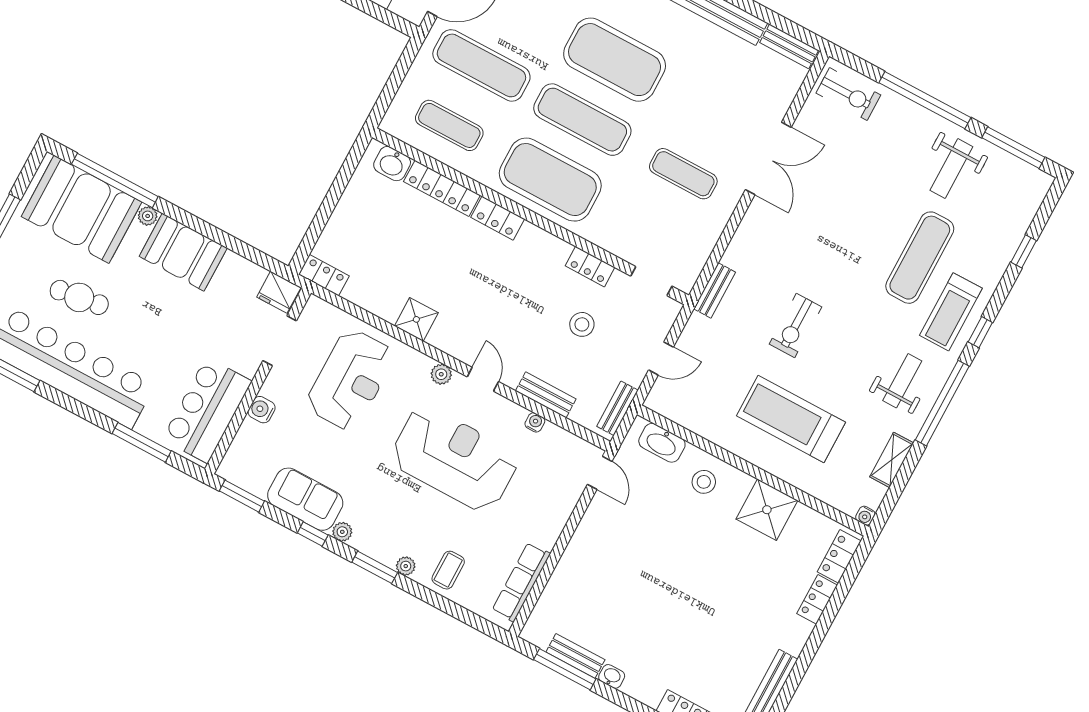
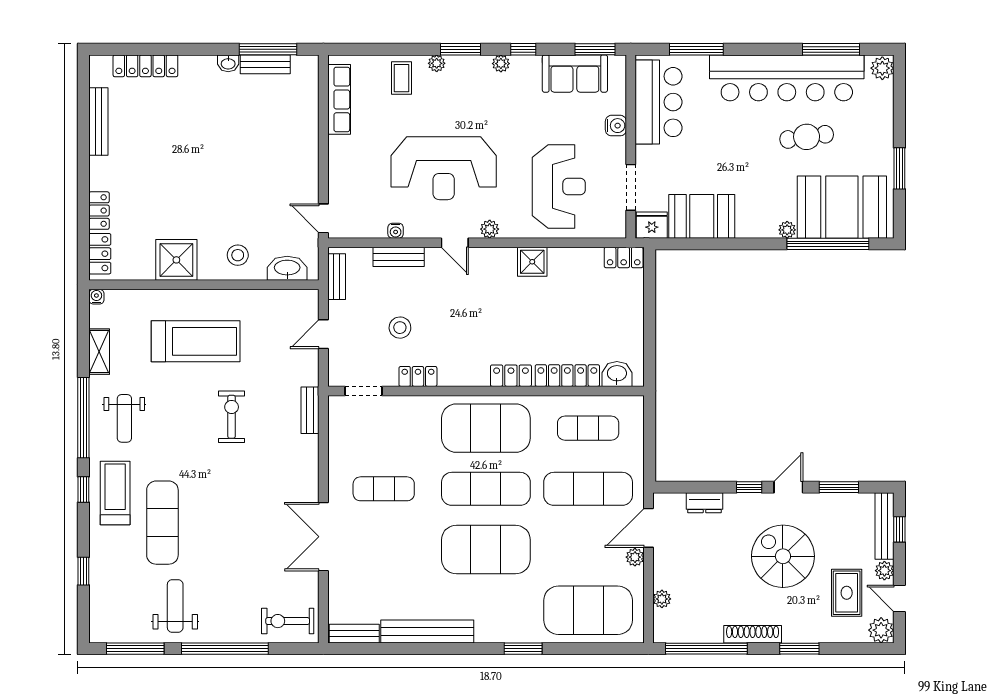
booth: (183, 252) -> (702, 216), moved
reception desk: (350, 380) -> (559, 186), turned 180
sofa: (305, 499) -> (575, 74), moved

